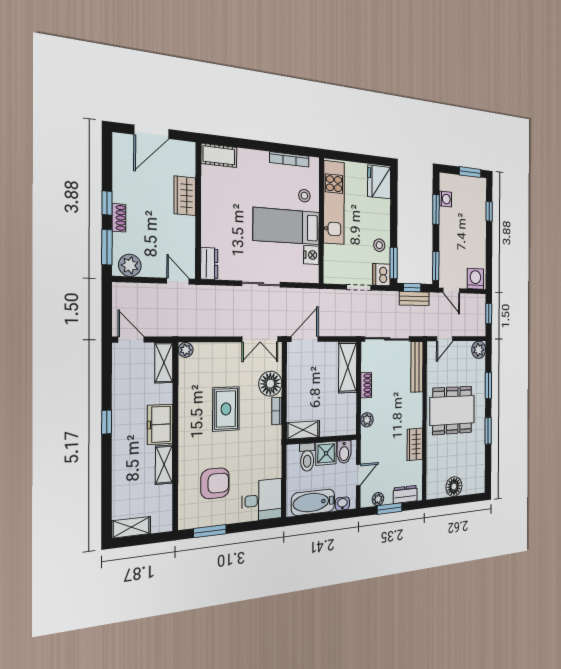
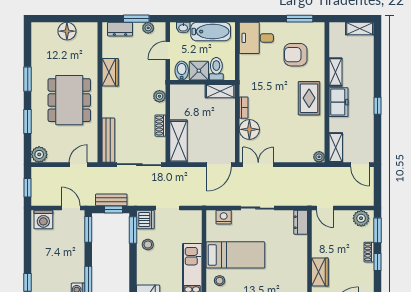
nightstand: (311, 255) -> (224, 217), moved, turned 90
rug: (226, 409) -> (309, 98), moved
dining table: (452, 410) -> (69, 100), turned 90

